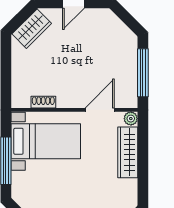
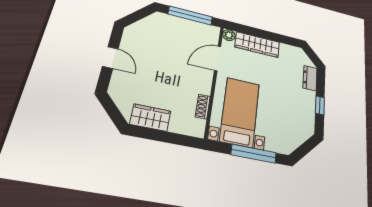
wardrobe: (32, 29) -> (150, 118), moved, turned -45
door: (100, 110) -> (218, 58), hinge flipped

